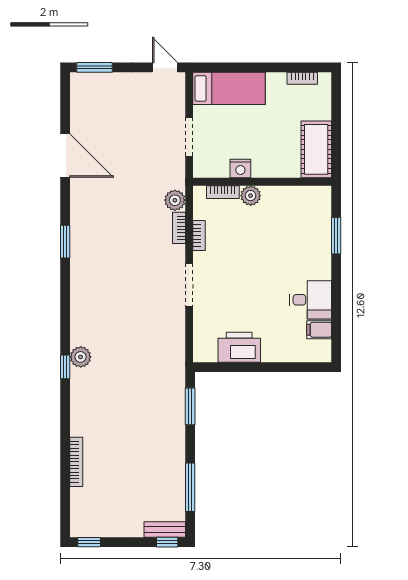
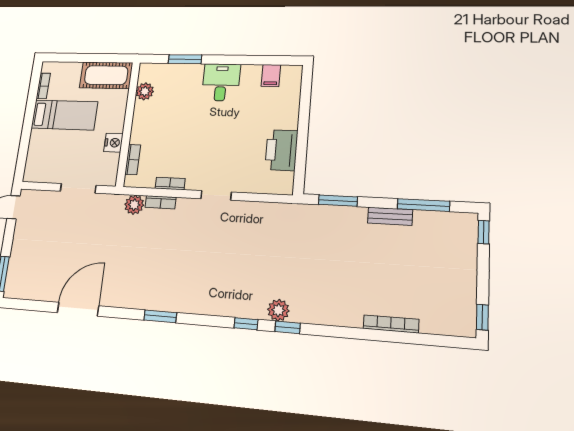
bed: (229, 88) -> (64, 115), moved, turned 90
plant: (251, 196) -> (145, 91), moved
doorway: (189, 285) -> (216, 195), width x0.73
desk: (311, 300) -> (221, 82), moved
window: (65, 327) -> (246, 324), added
bench: (165, 529) -> (390, 216), moved, turned 90

